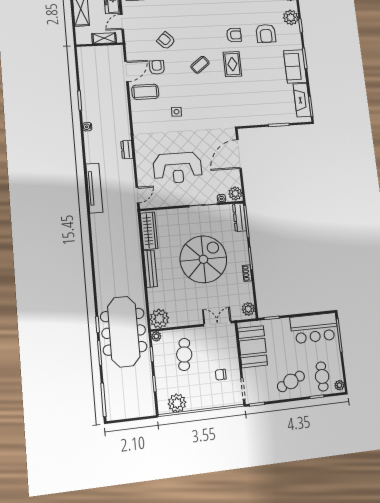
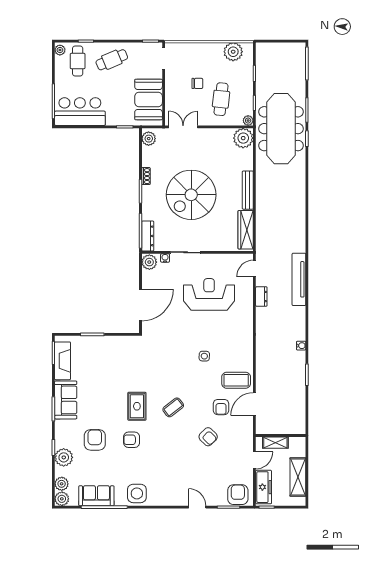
dresser: (127, 150) -> (261, 297), moved
double door: (218, 324) -> (183, 127), swing flipped
chair: (221, 375) -> (197, 83), moved

